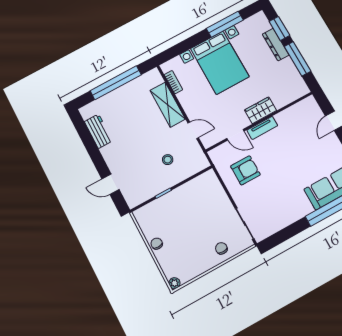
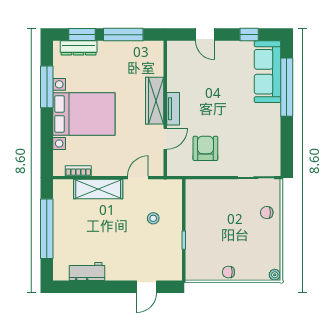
dresser: (276, 45) -> (79, 48), moved
wardrobe: (260, 110) -> (155, 101), width x1.50

